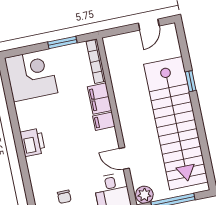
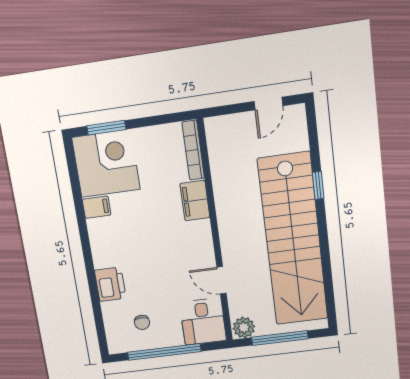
window: (62, 42) -> (106, 128), moved
filing cabinet: (104, 121) -> (97, 207), moved, turned 180
printer: (33, 142) -> (110, 284), moved

